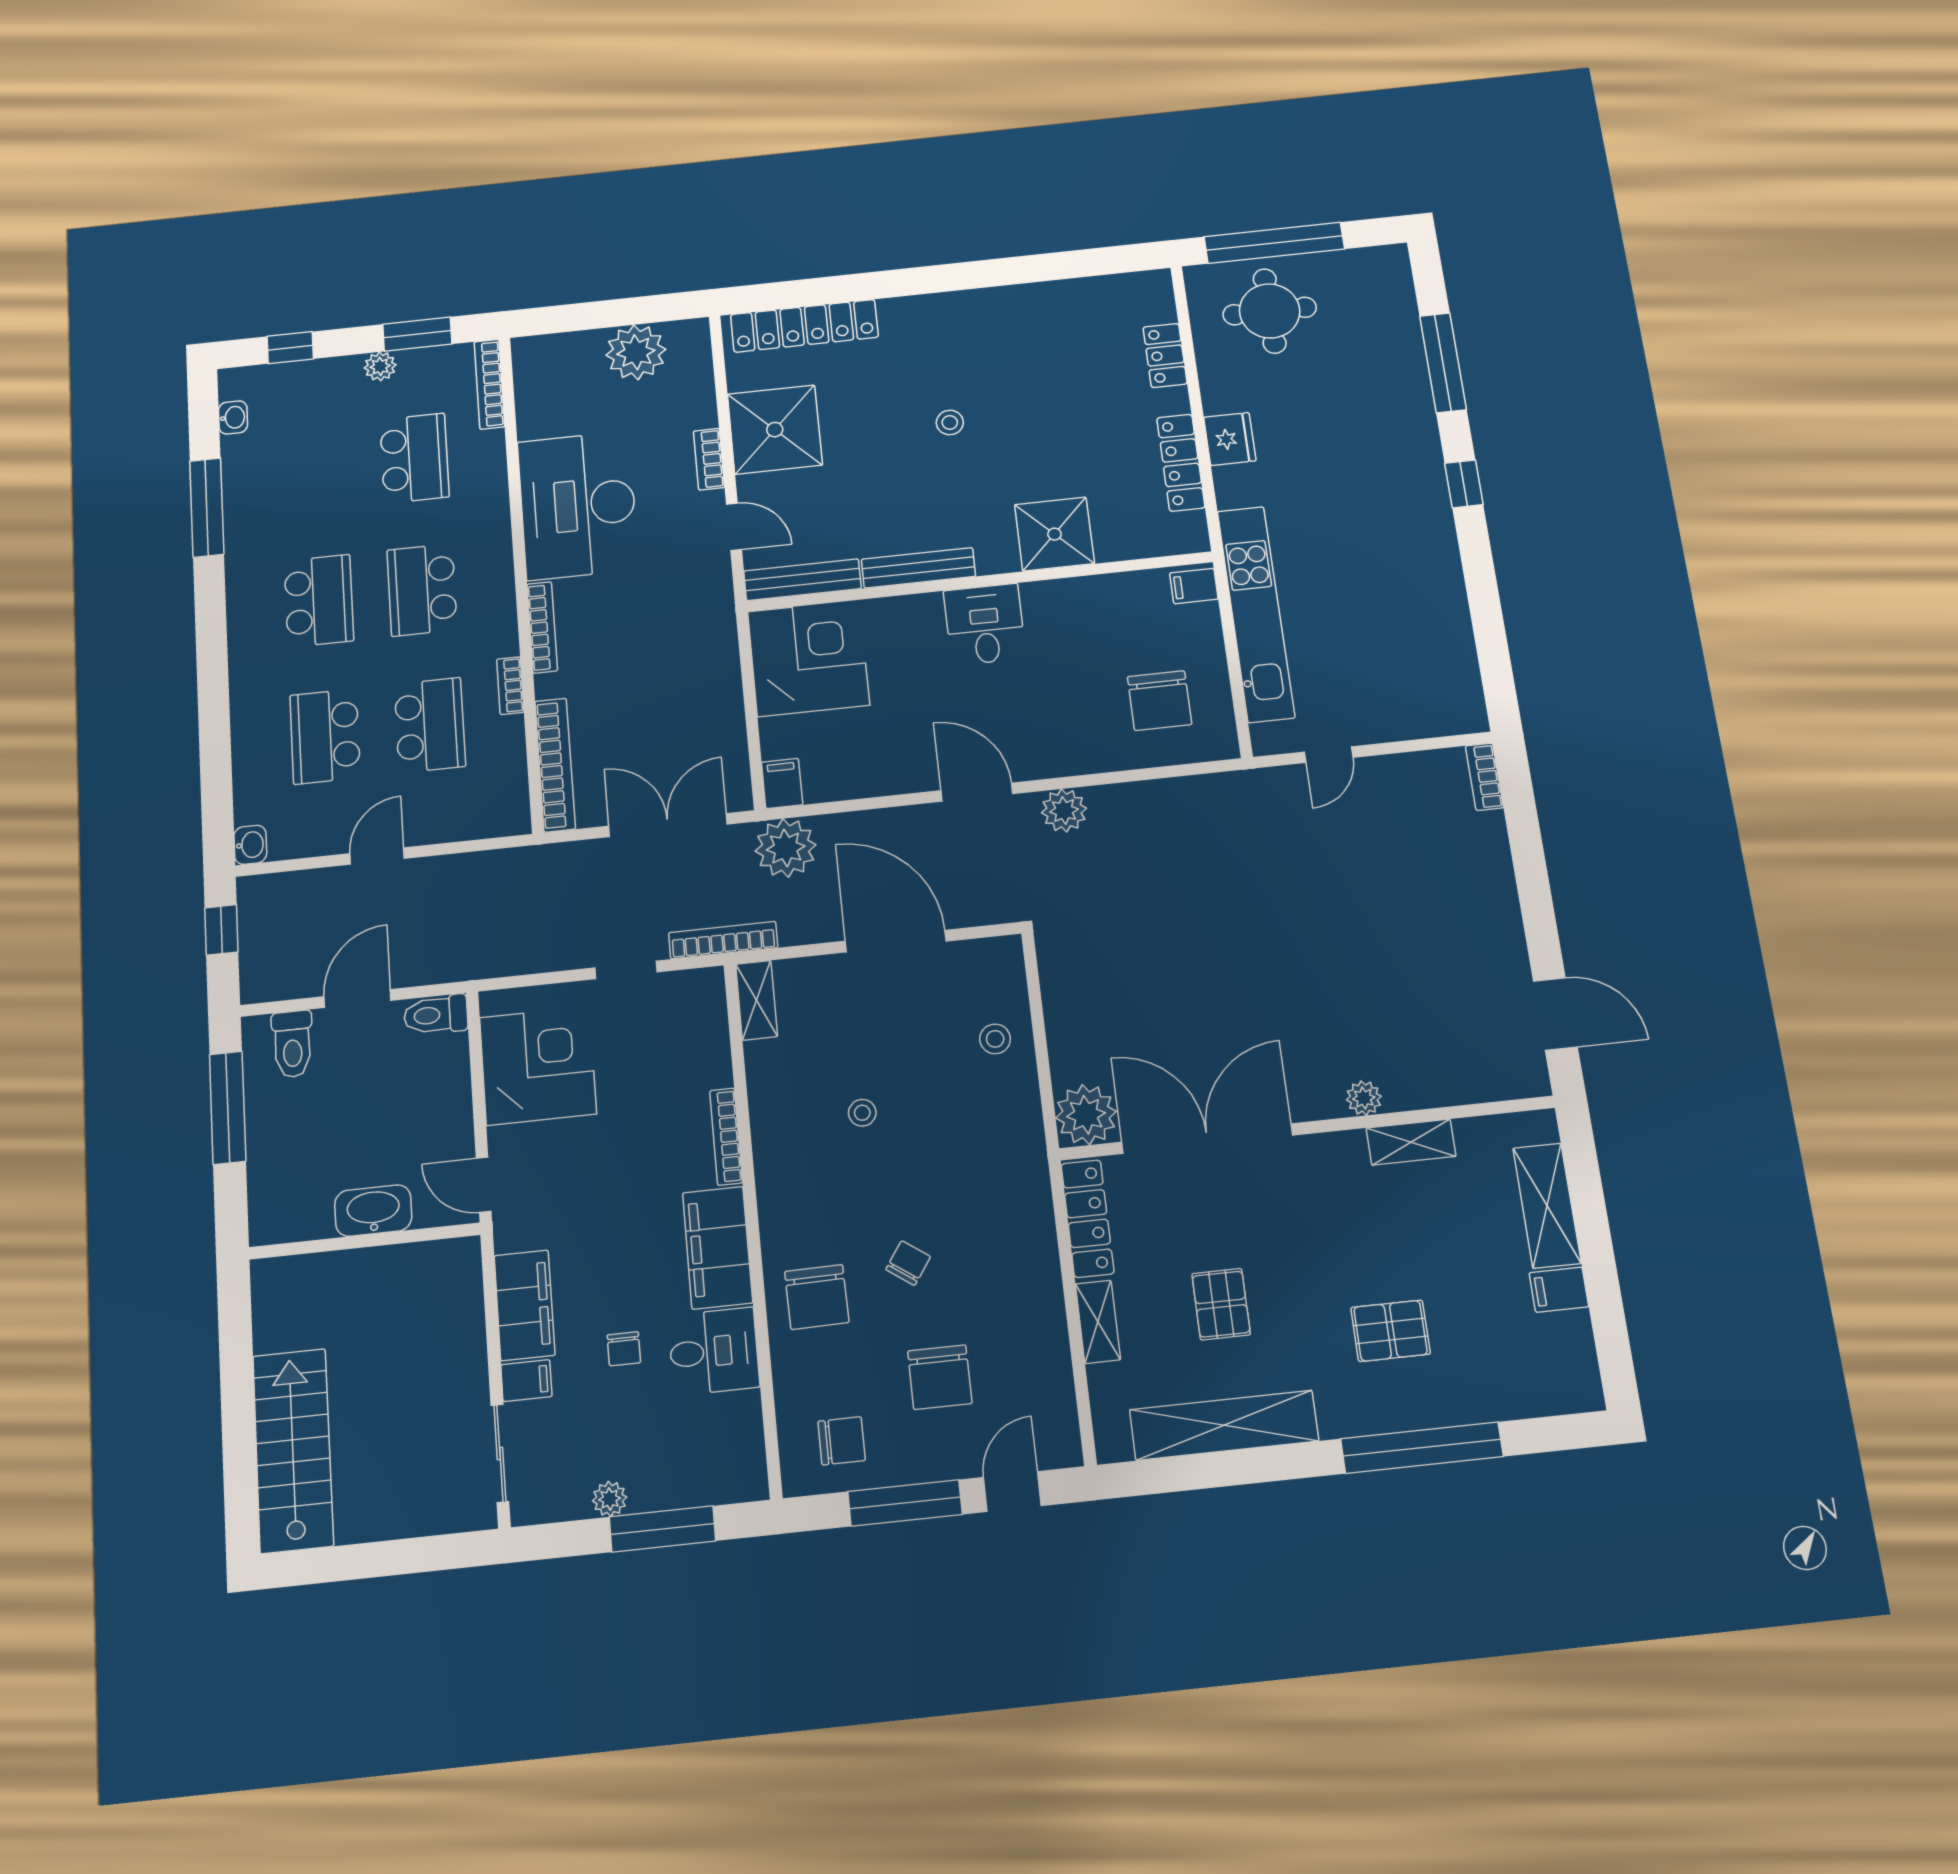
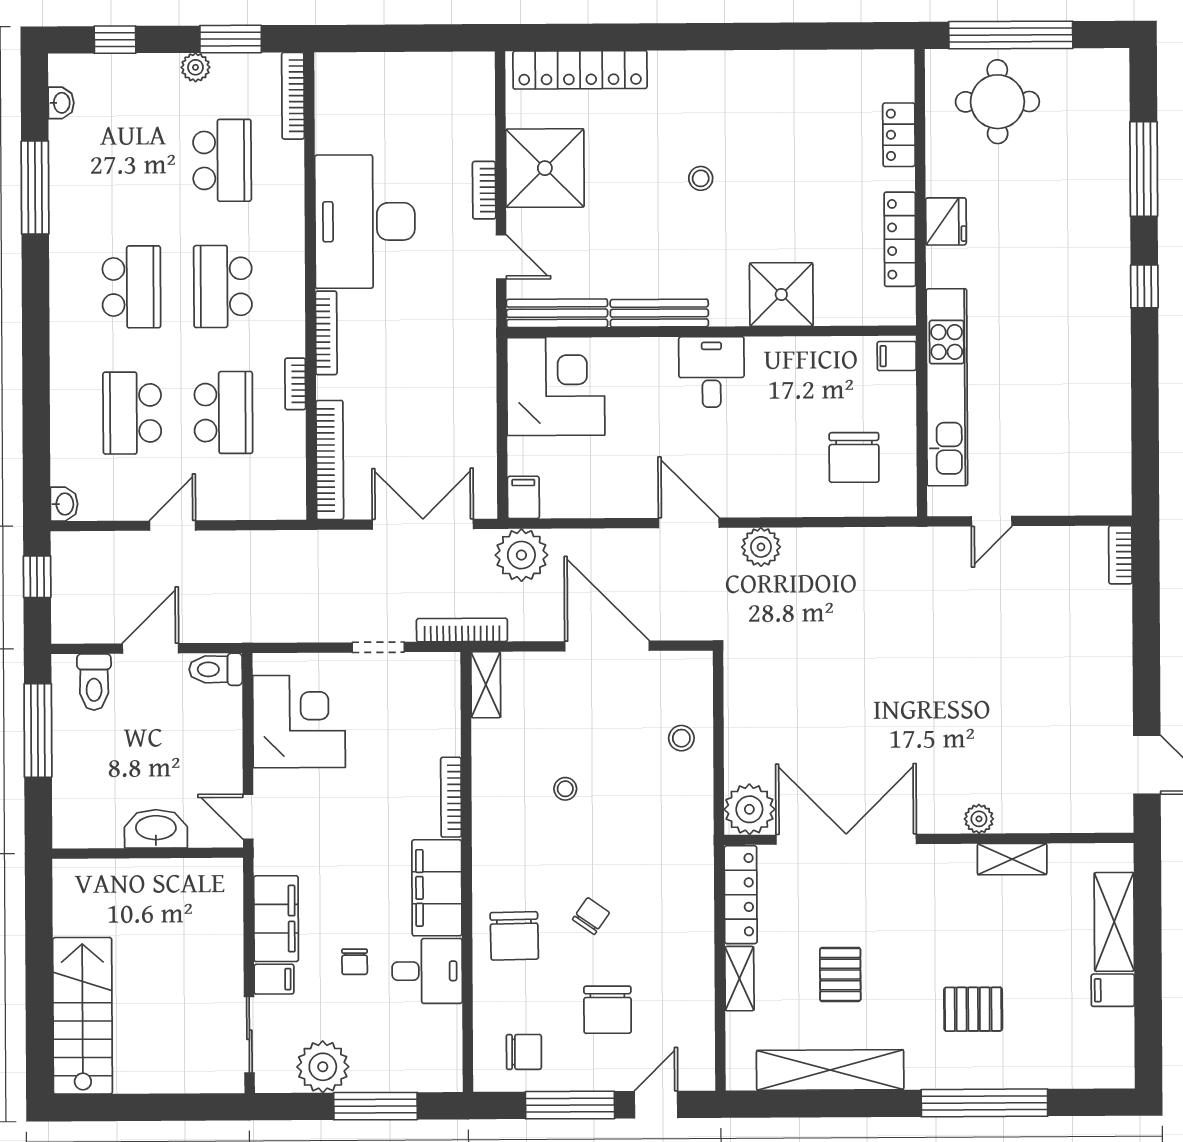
plant: (636, 352) -> (427, 79), removed
plant: (610, 1499) -> (323, 1067), width x1.88, depth x1.88

